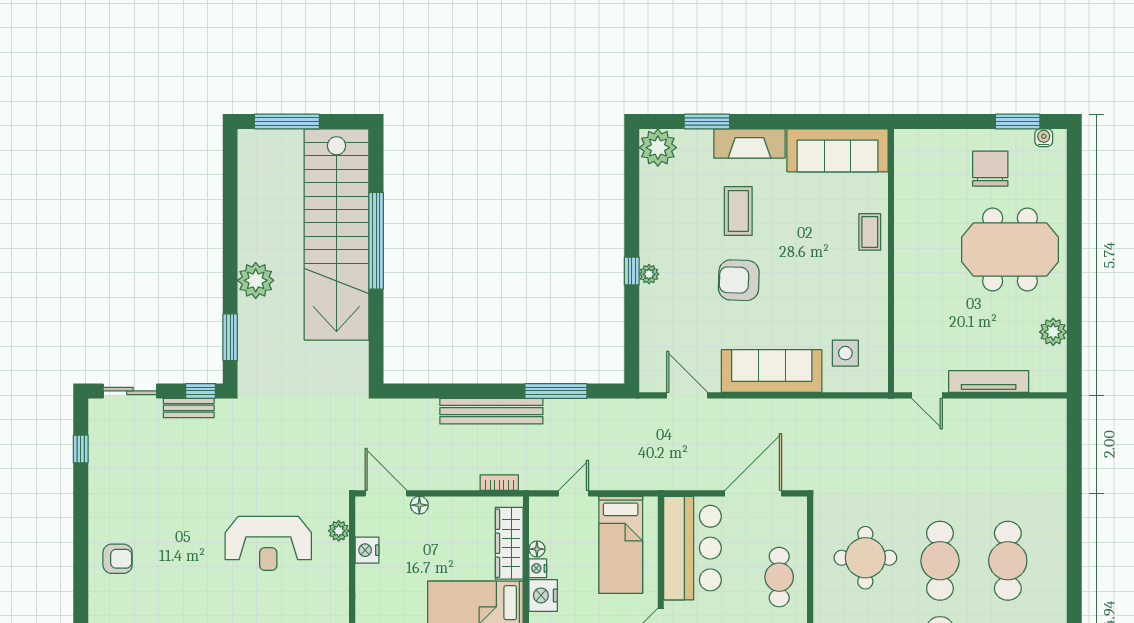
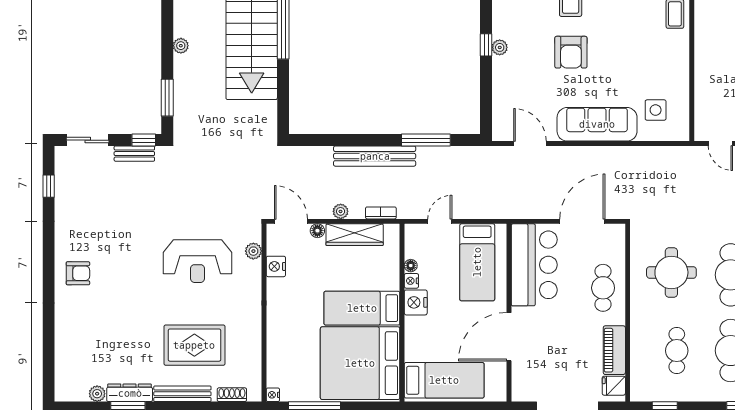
plant: (256, 280) -> (181, 46), width x0.53, depth x0.53
armchair: (739, 280) -> (571, 52), turned -92
plant: (448, 481) -> (341, 211), added
wardrobe: (509, 543) -> (355, 235), moved, turned -90

